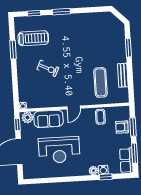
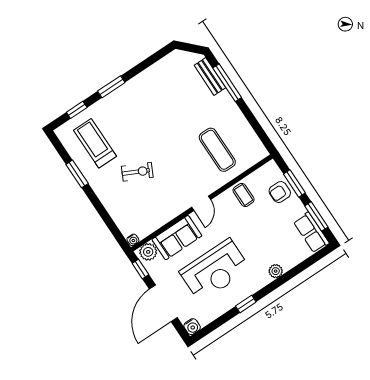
treadmill: (33, 38) -> (95, 143), turned -90
window: (128, 48) -> (227, 83), width x1.44
bench: (123, 75) -> (210, 77), moved
water cooler: (103, 170) -> (192, 327), moved
window: (106, 177) -> (246, 304), moved

